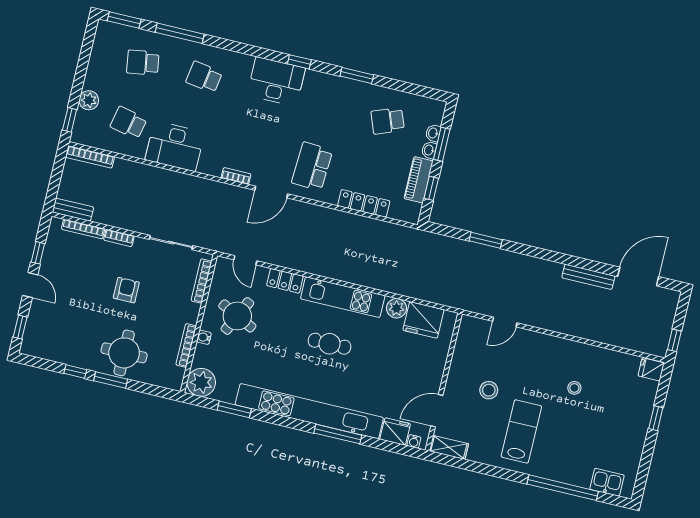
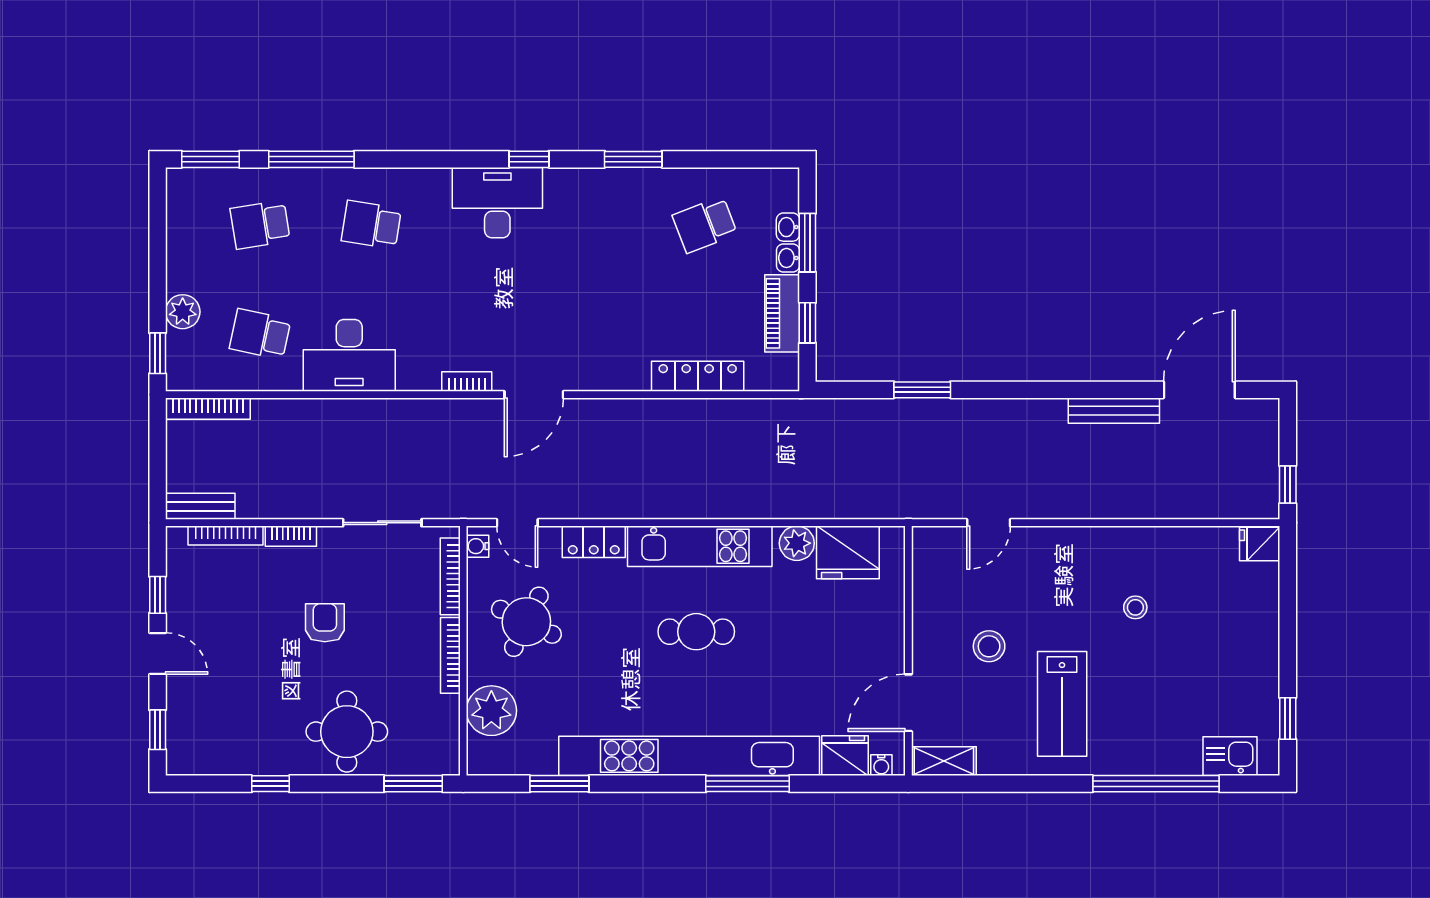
school desk: (312, 166) -> (594, 334), removed
water cooler: (204, 337) -> (478, 546), moved
bookcase: (186, 345) -> (450, 655), moved
window: (111, 380) -> (413, 784), moved
plant: (201, 382) -> (491, 711), moved
window: (656, 418) -> (1288, 718), moved
lab bench: (521, 431) -> (1062, 704), turned 180

